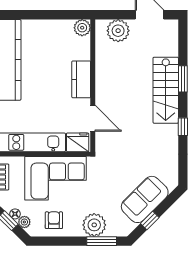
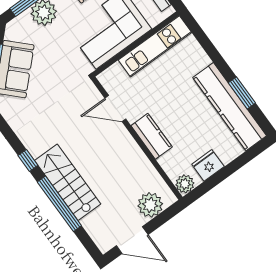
window: (183, 79) -> (59, 204), width x2.11
fridge: (78, 142) -> (208, 165), moved, turned 180

